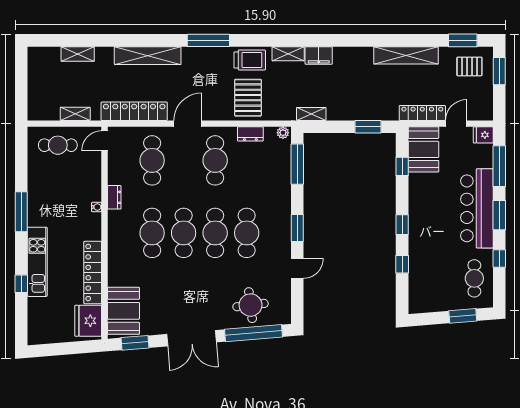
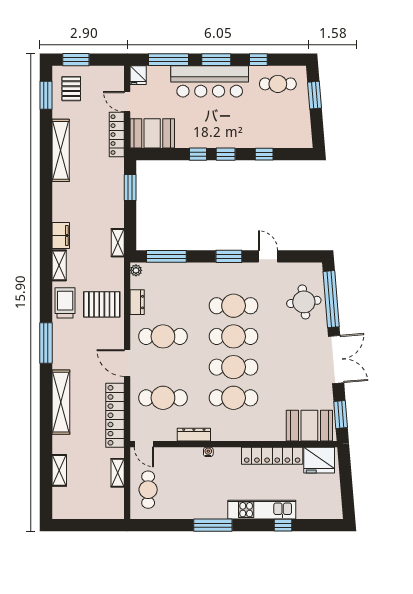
window: (402, 166) -> (198, 154), moved
dresser: (114, 197) -> (194, 435), width x1.44

